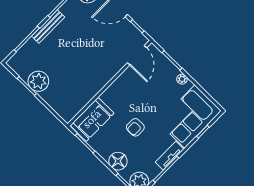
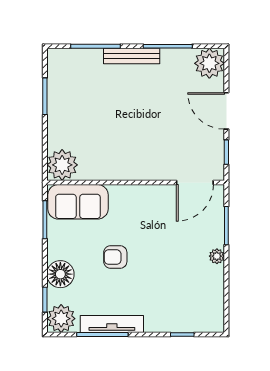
plant: (38, 81) -> (62, 165), moved
corner sofa: (190, 116) -> (185, 304), removed
tv unit: (170, 156) -> (112, 324), width x1.41

